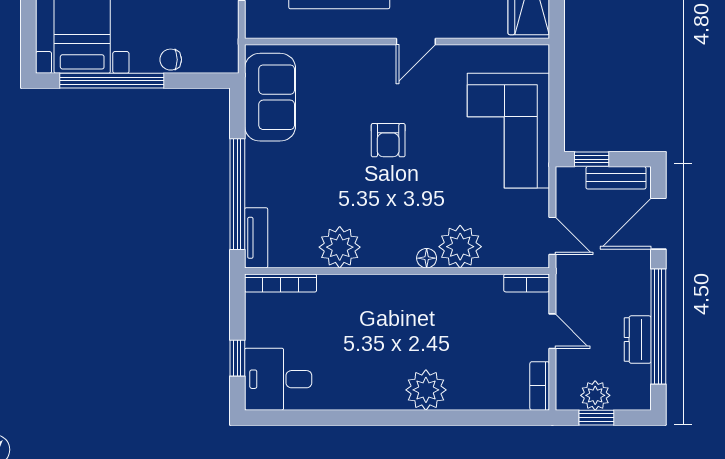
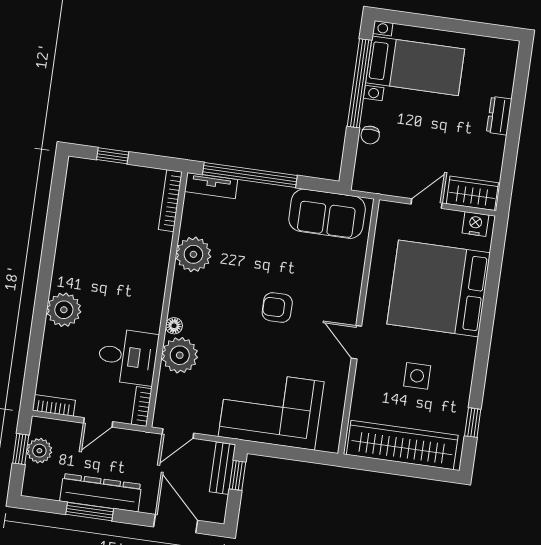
chair: (171, 60) -> (370, 135), turned 180
bench: (616, 178) -> (223, 468), moved
window: (658, 326) -> (90, 512), width x0.47
dresser: (638, 340) -> (101, 493), width x1.96, depth x1.24
desk: (278, 379) -> (128, 357), moved, turned 90

